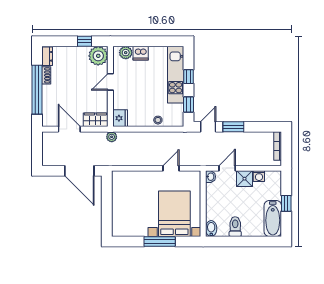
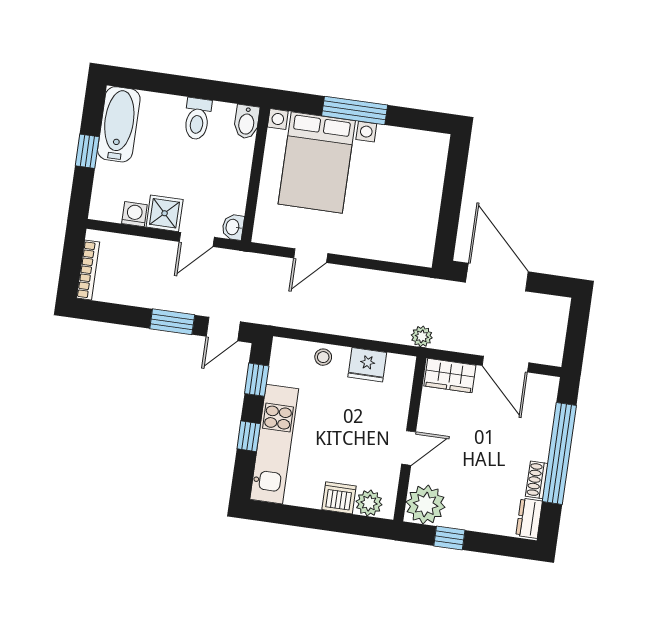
fridge: (120, 118) -> (367, 365), moved, turned -90

